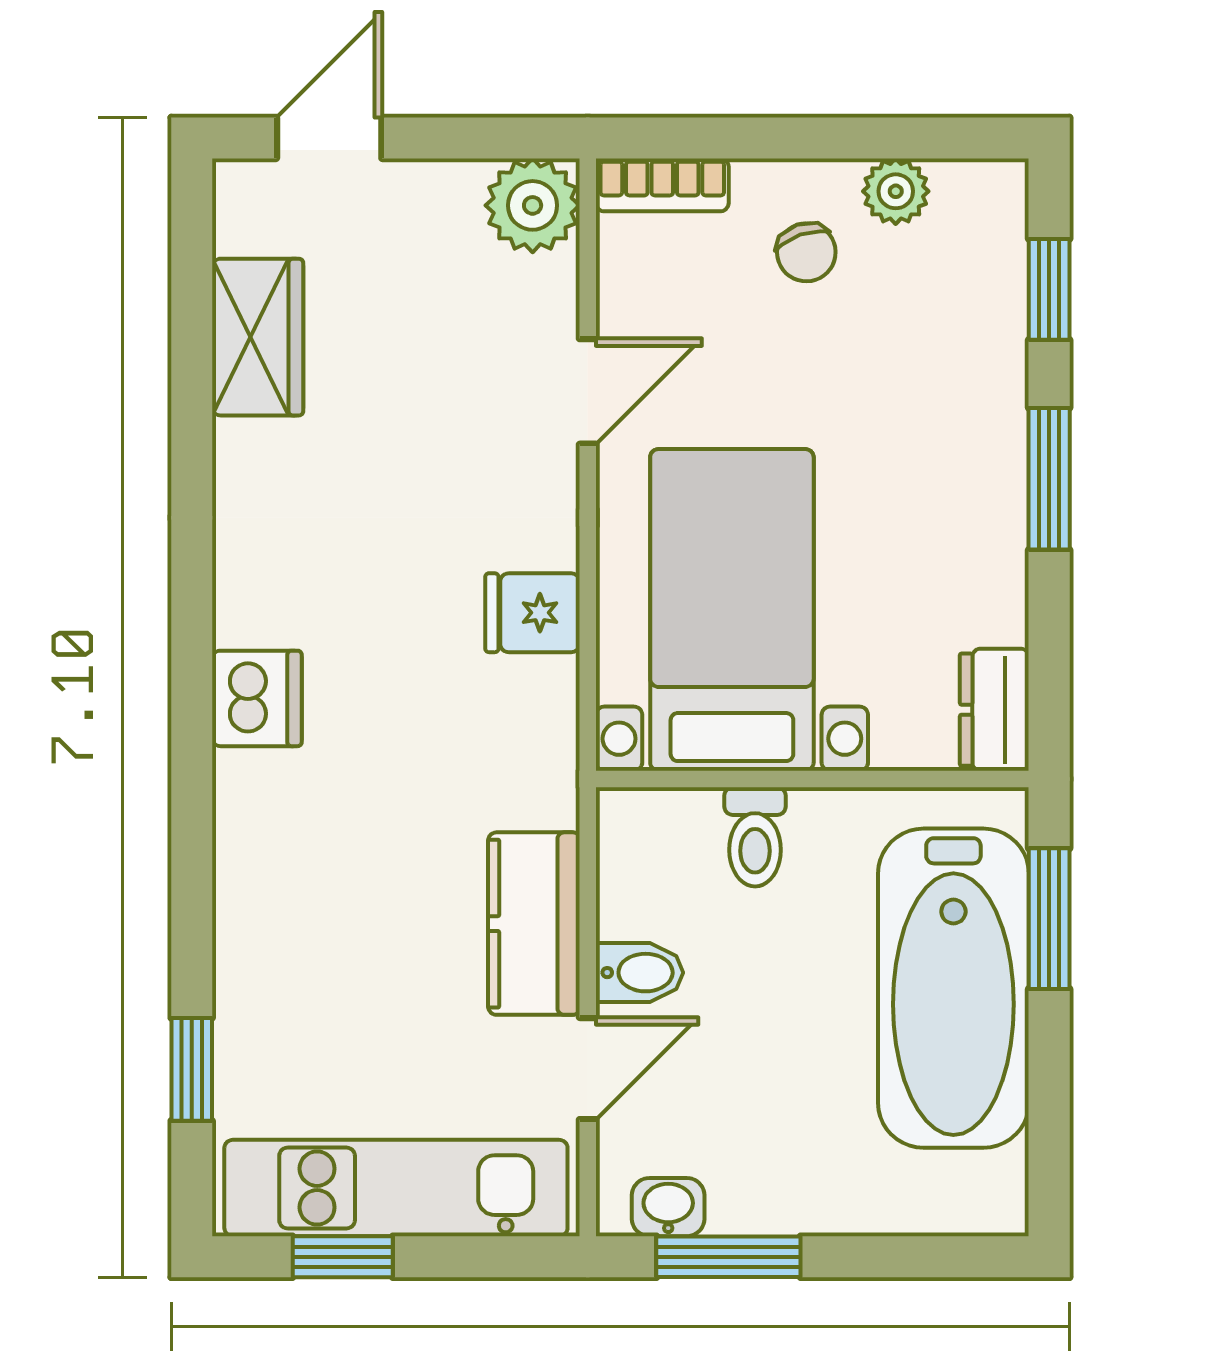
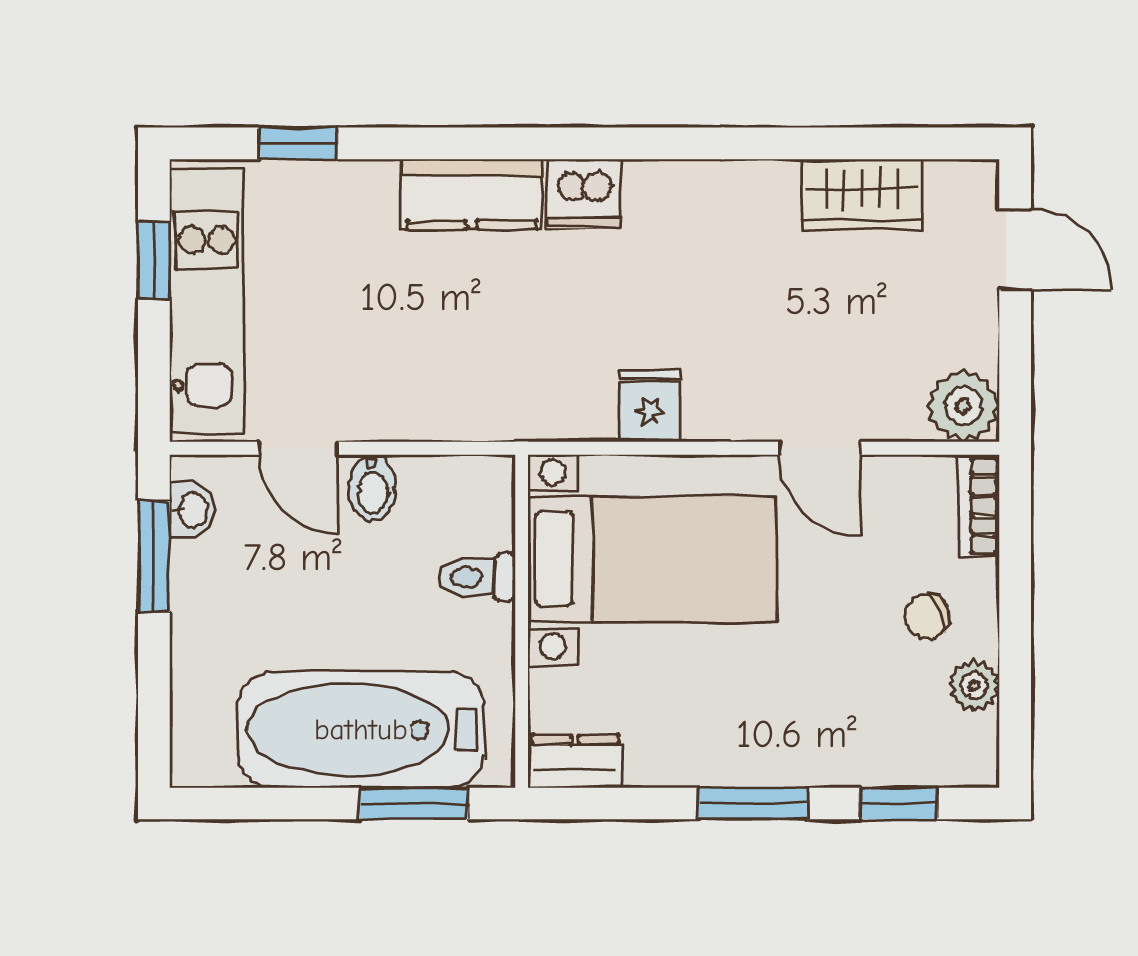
kitchen counter: (534, 924) -> (471, 194), moved, turned 180

